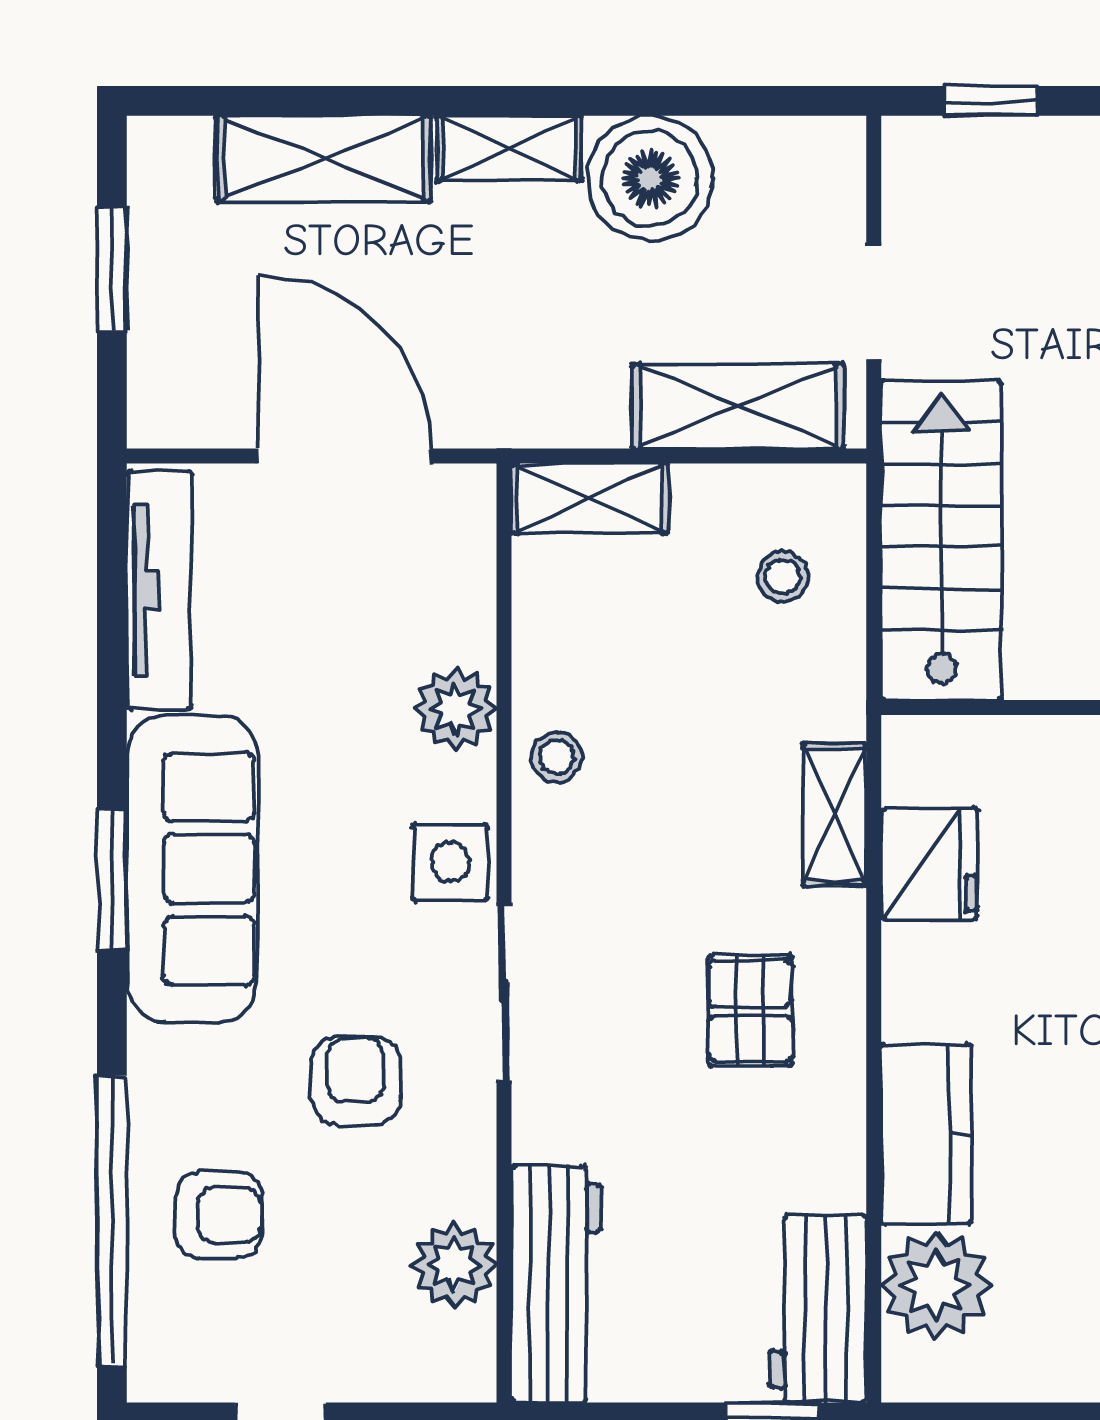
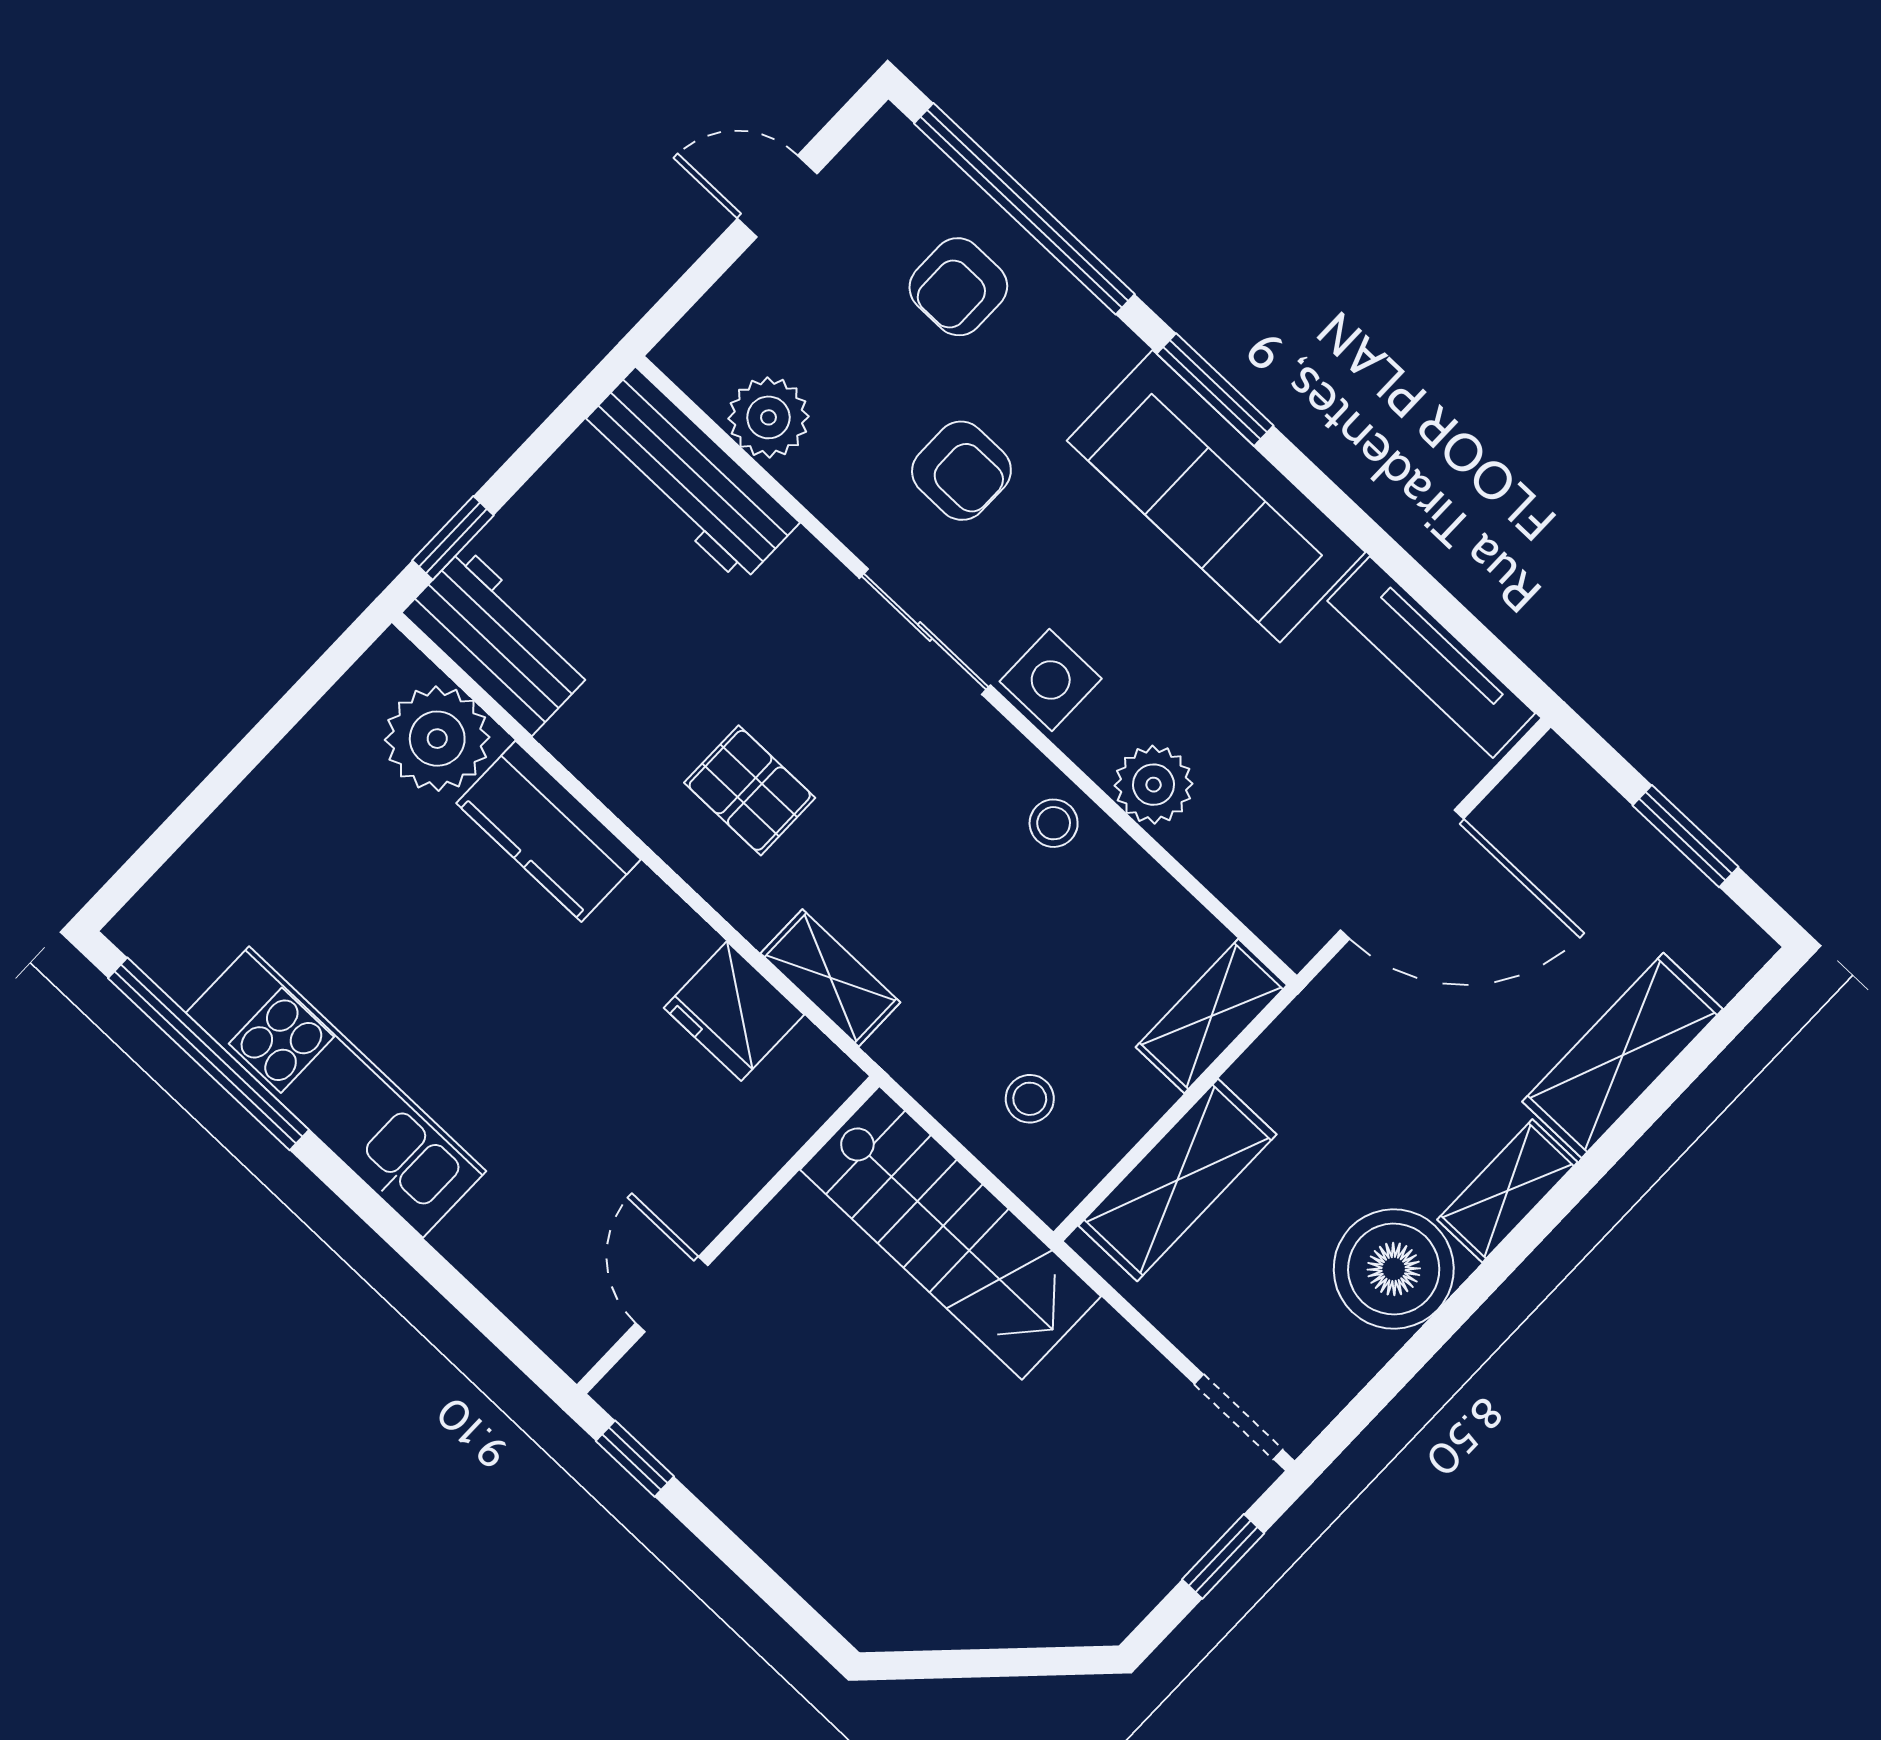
doorway: (874, 302) -> (1238, 1417), moved
window: (112, 879) -> (1215, 390), moved

